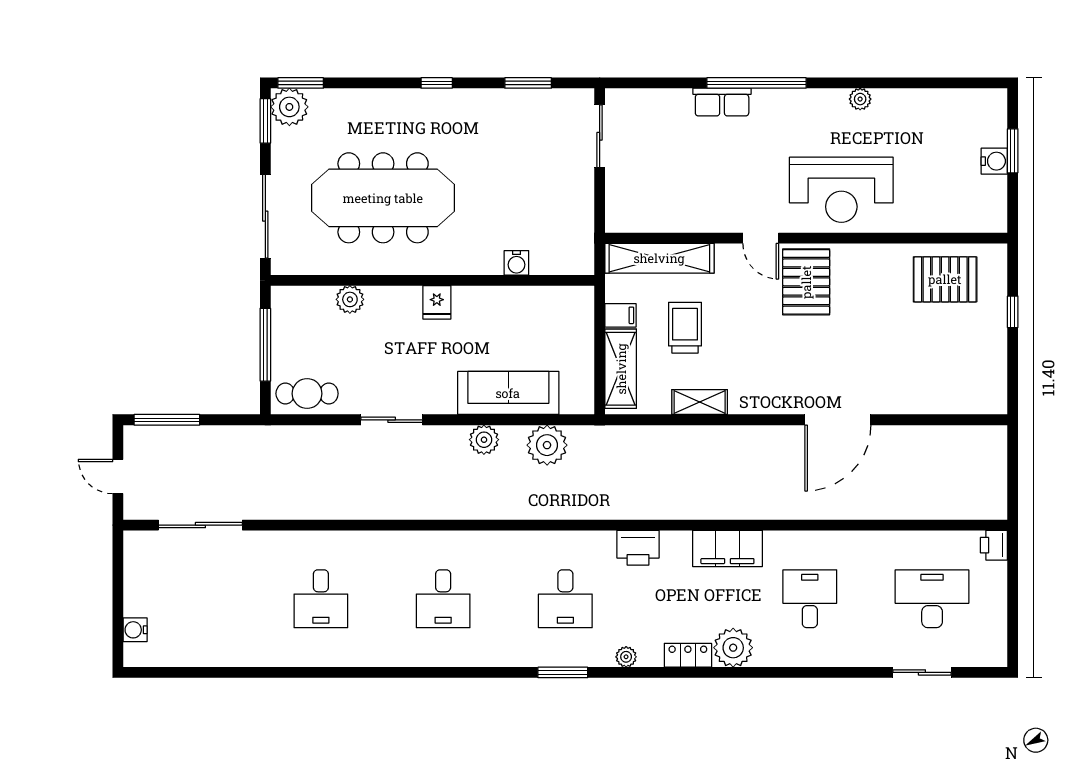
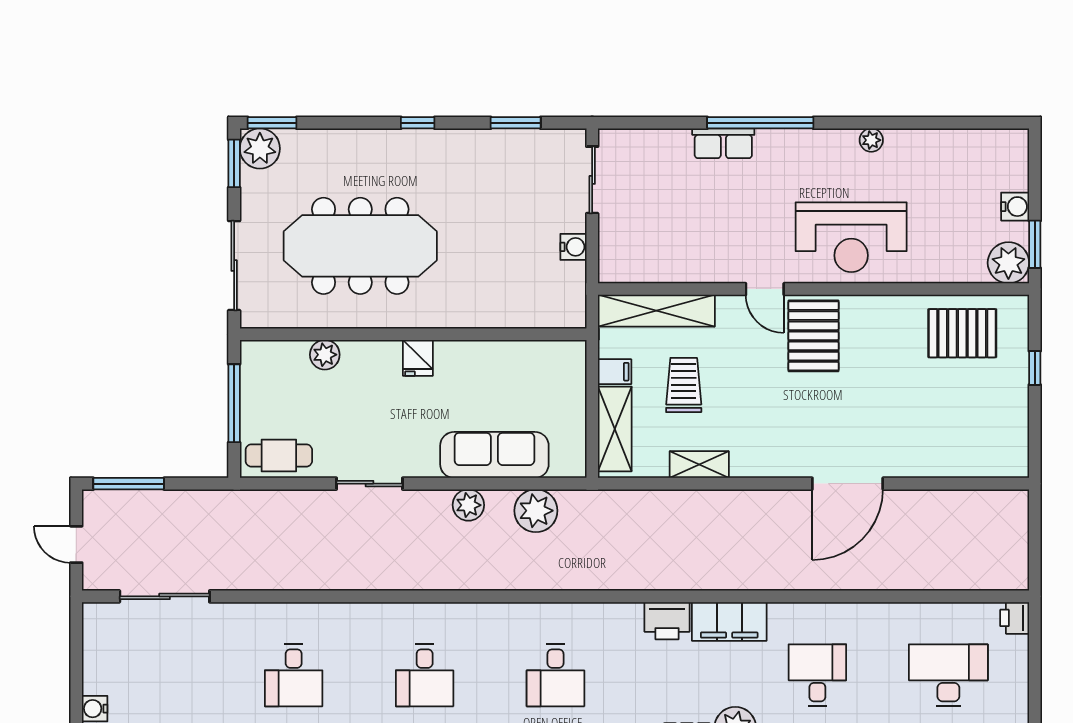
window: (1013, 151) -> (1035, 244), moved
plant: (988, 214) -> (1008, 263), added
water cooler: (516, 263) -> (573, 247), moved, turned -90
printer: (638, 548) -> (667, 621), moved

